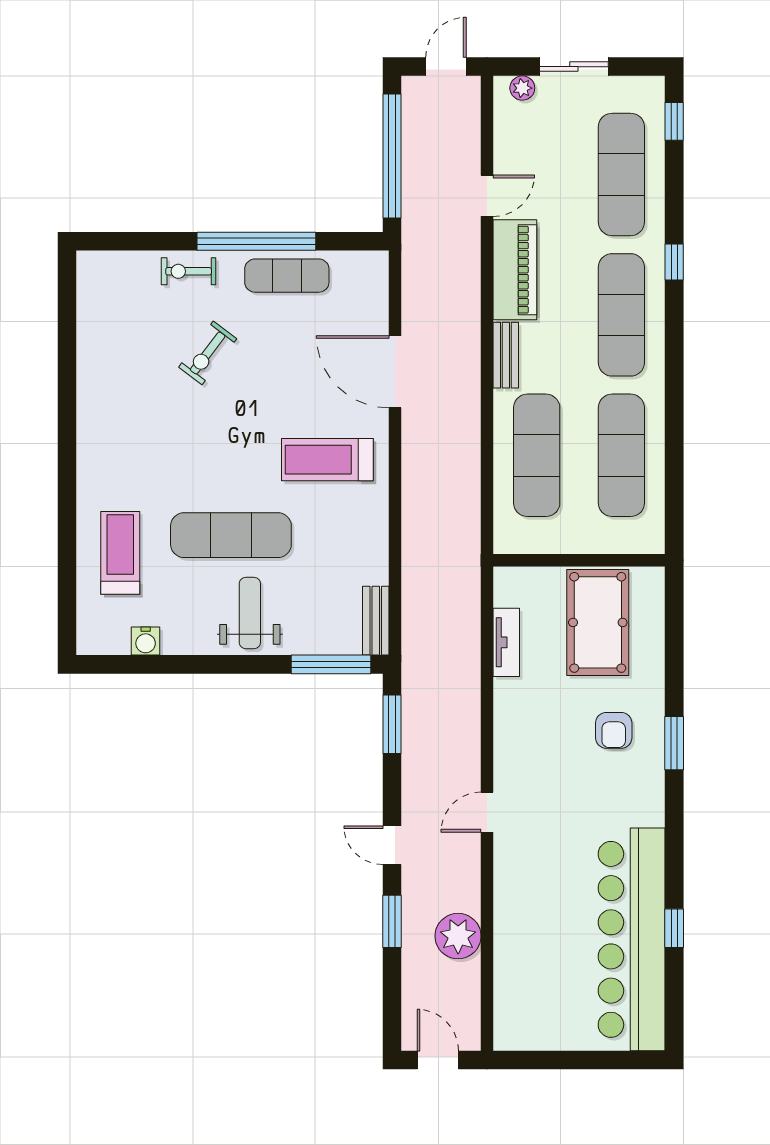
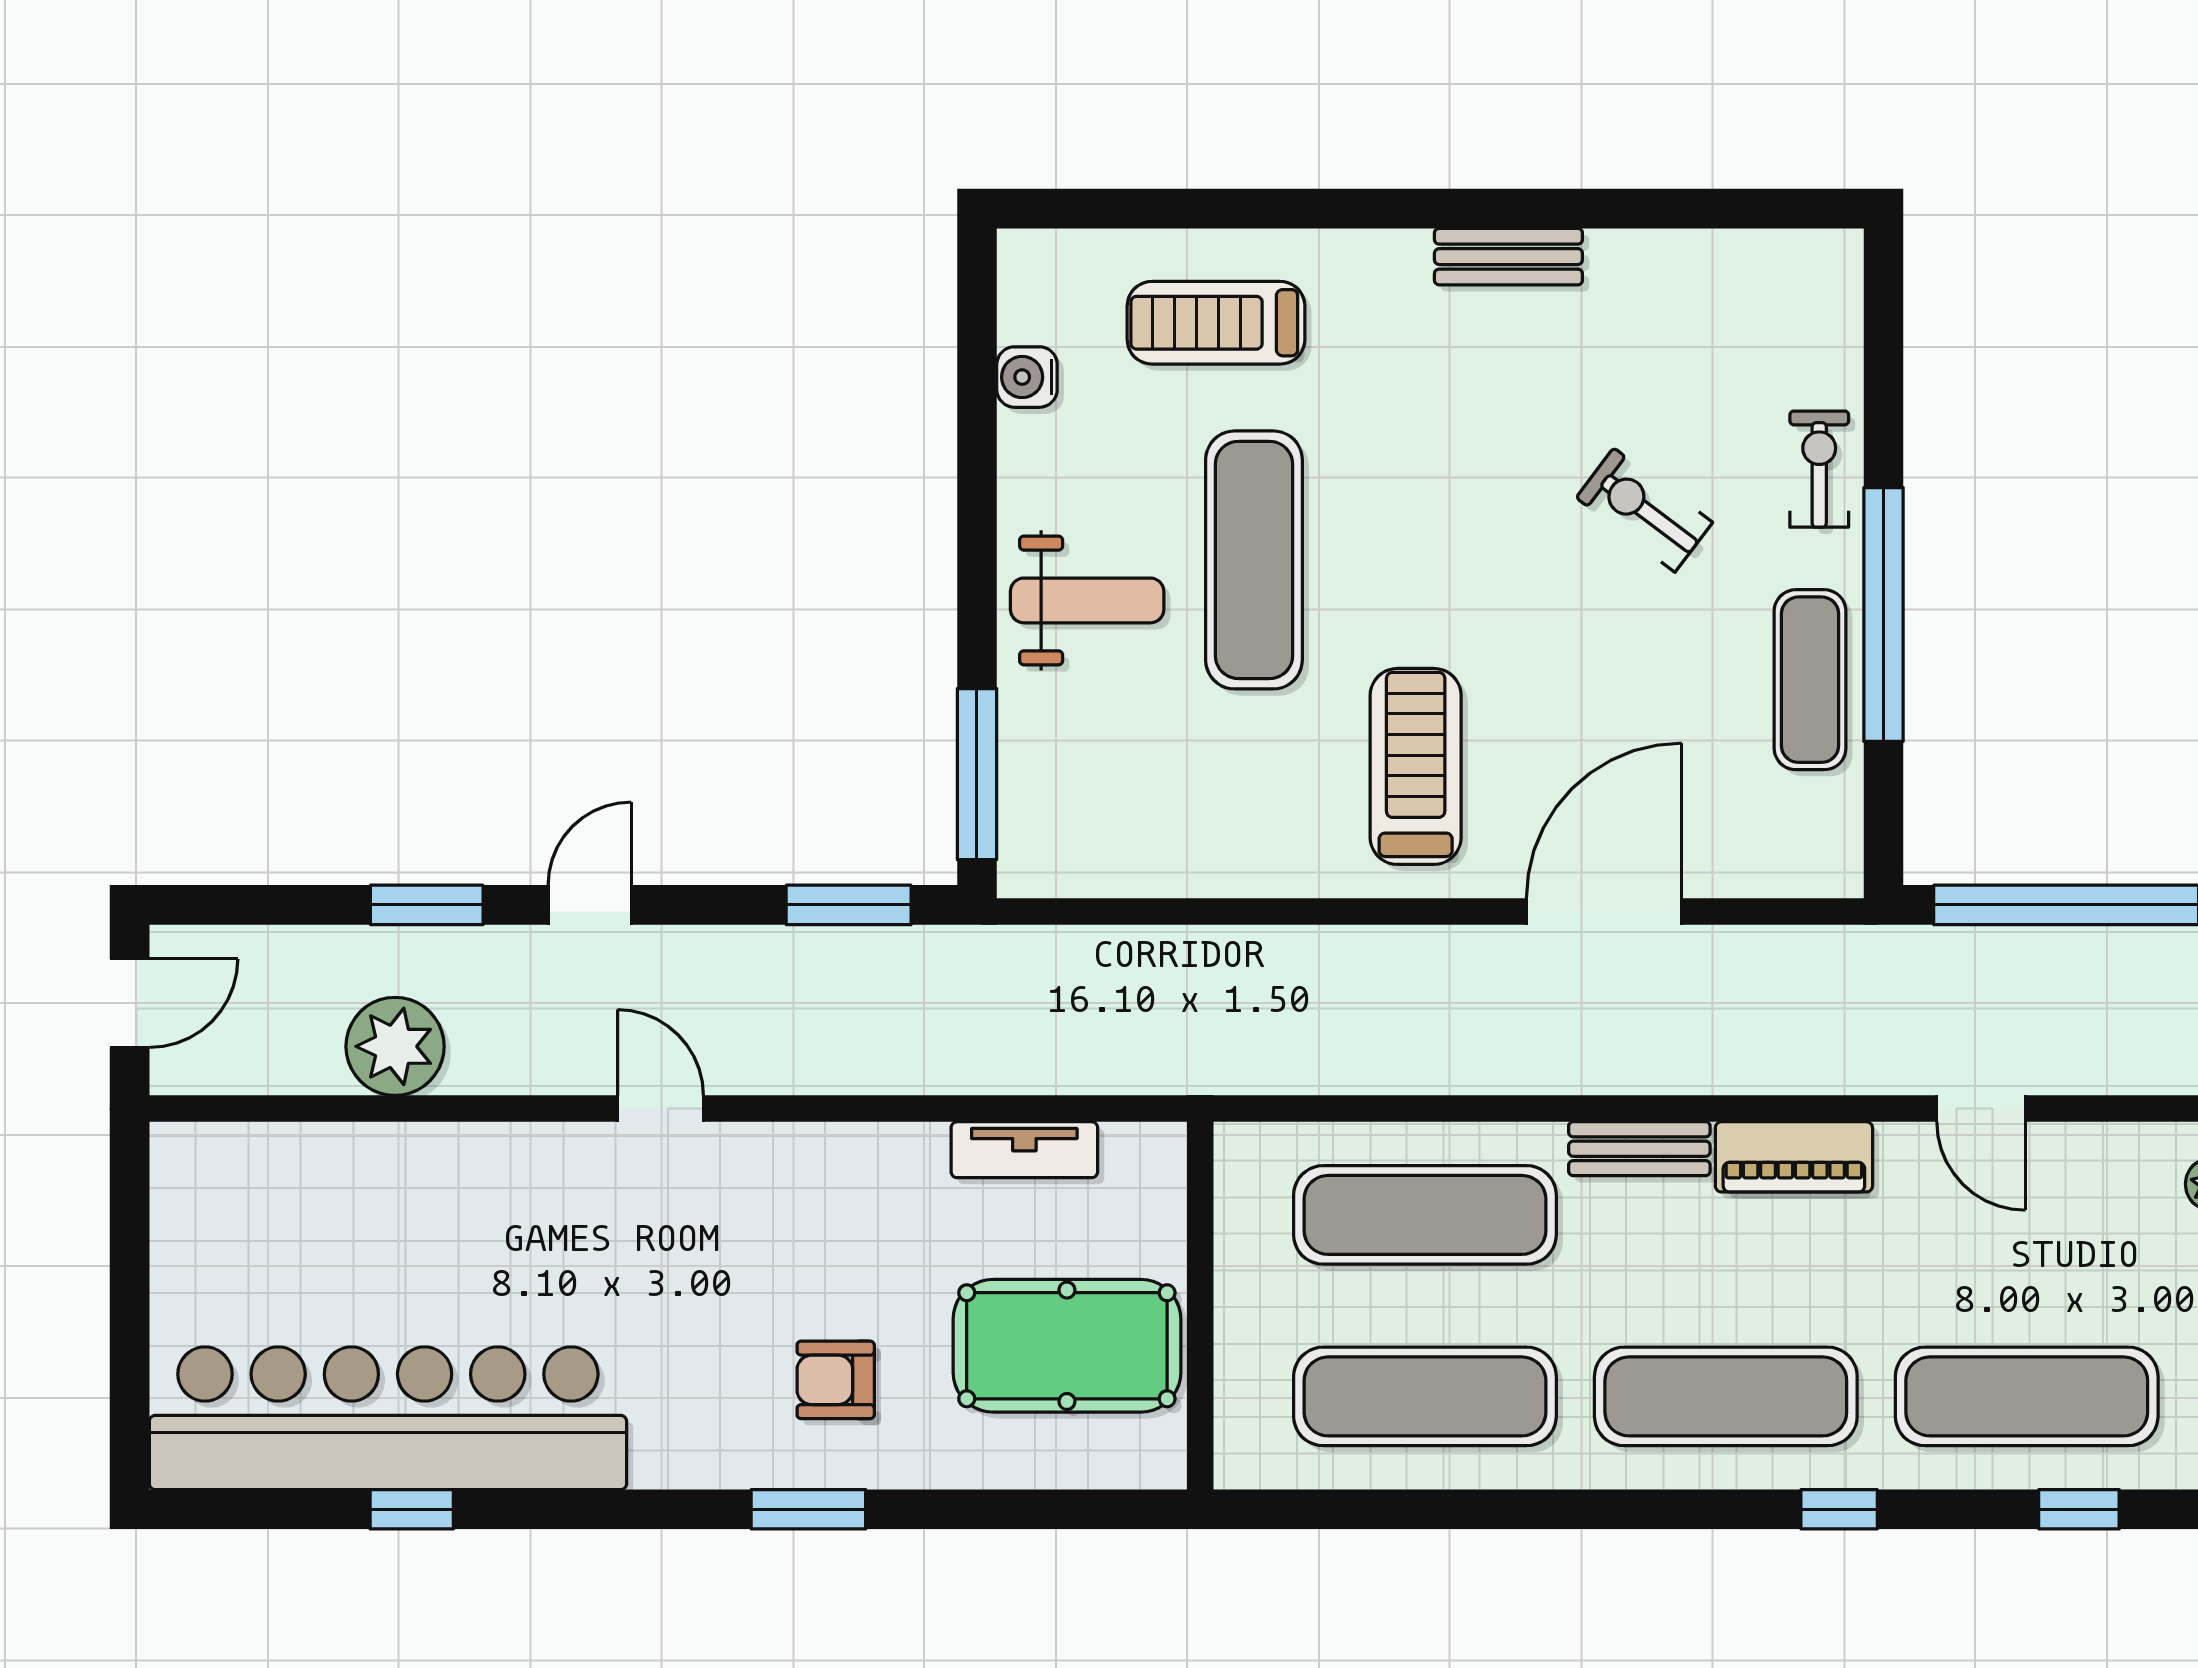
window: (674, 121) -> (2079, 1509), moved
piano: (515, 270) -> (1794, 1157), width x0.73, depth x0.75
treadmill: (120, 553) -> (1216, 323), turned 180
bench: (376, 621) -> (1508, 257), moved

